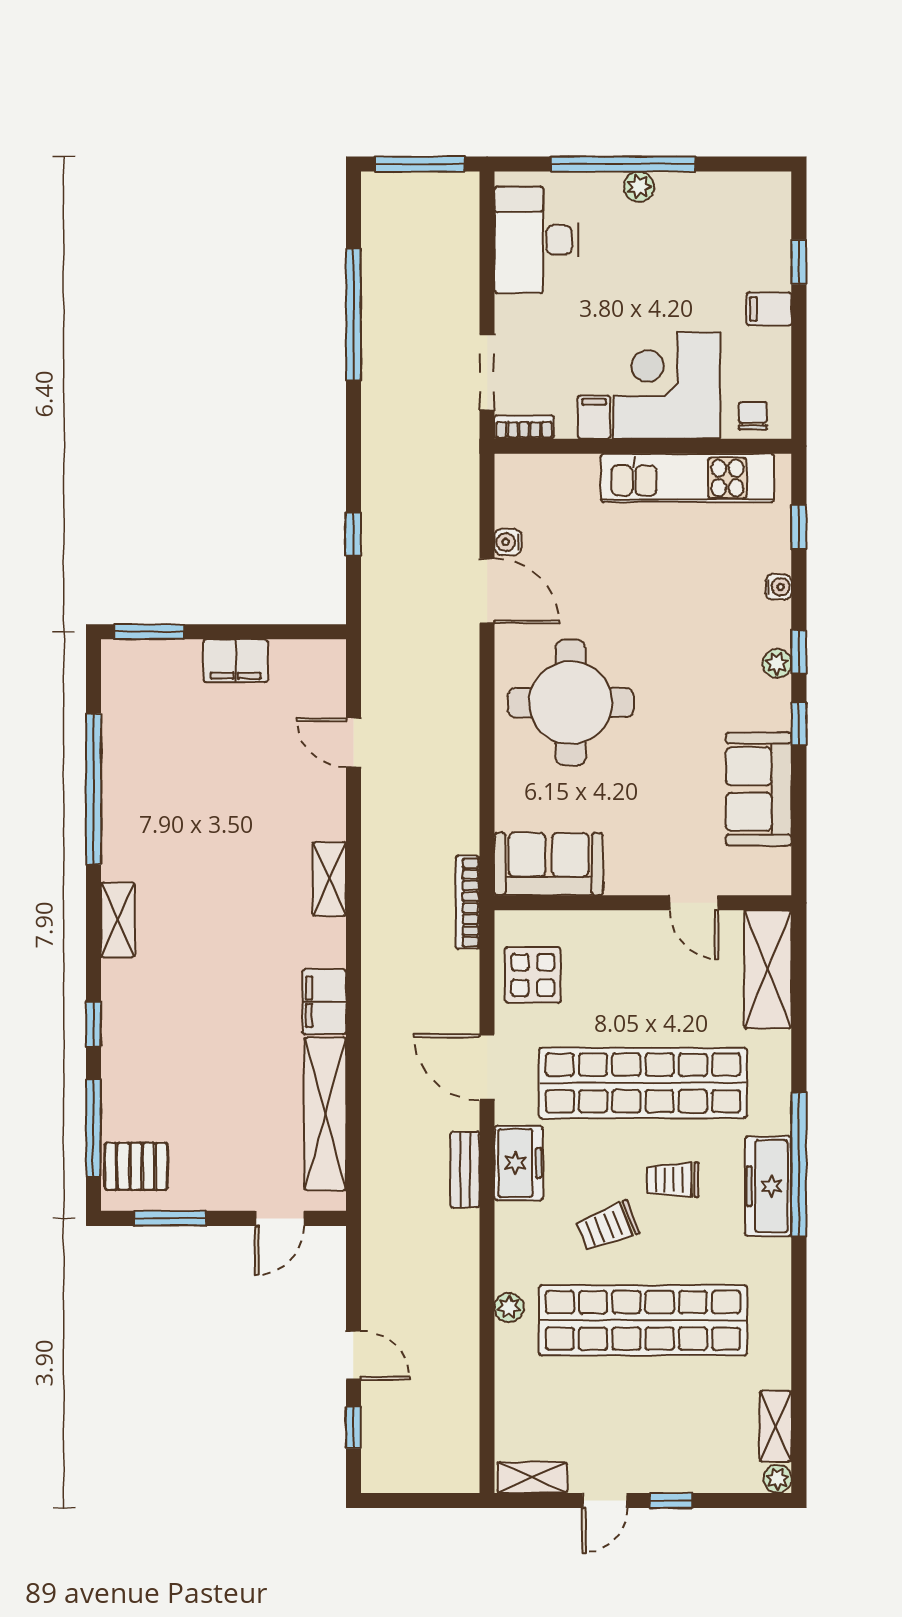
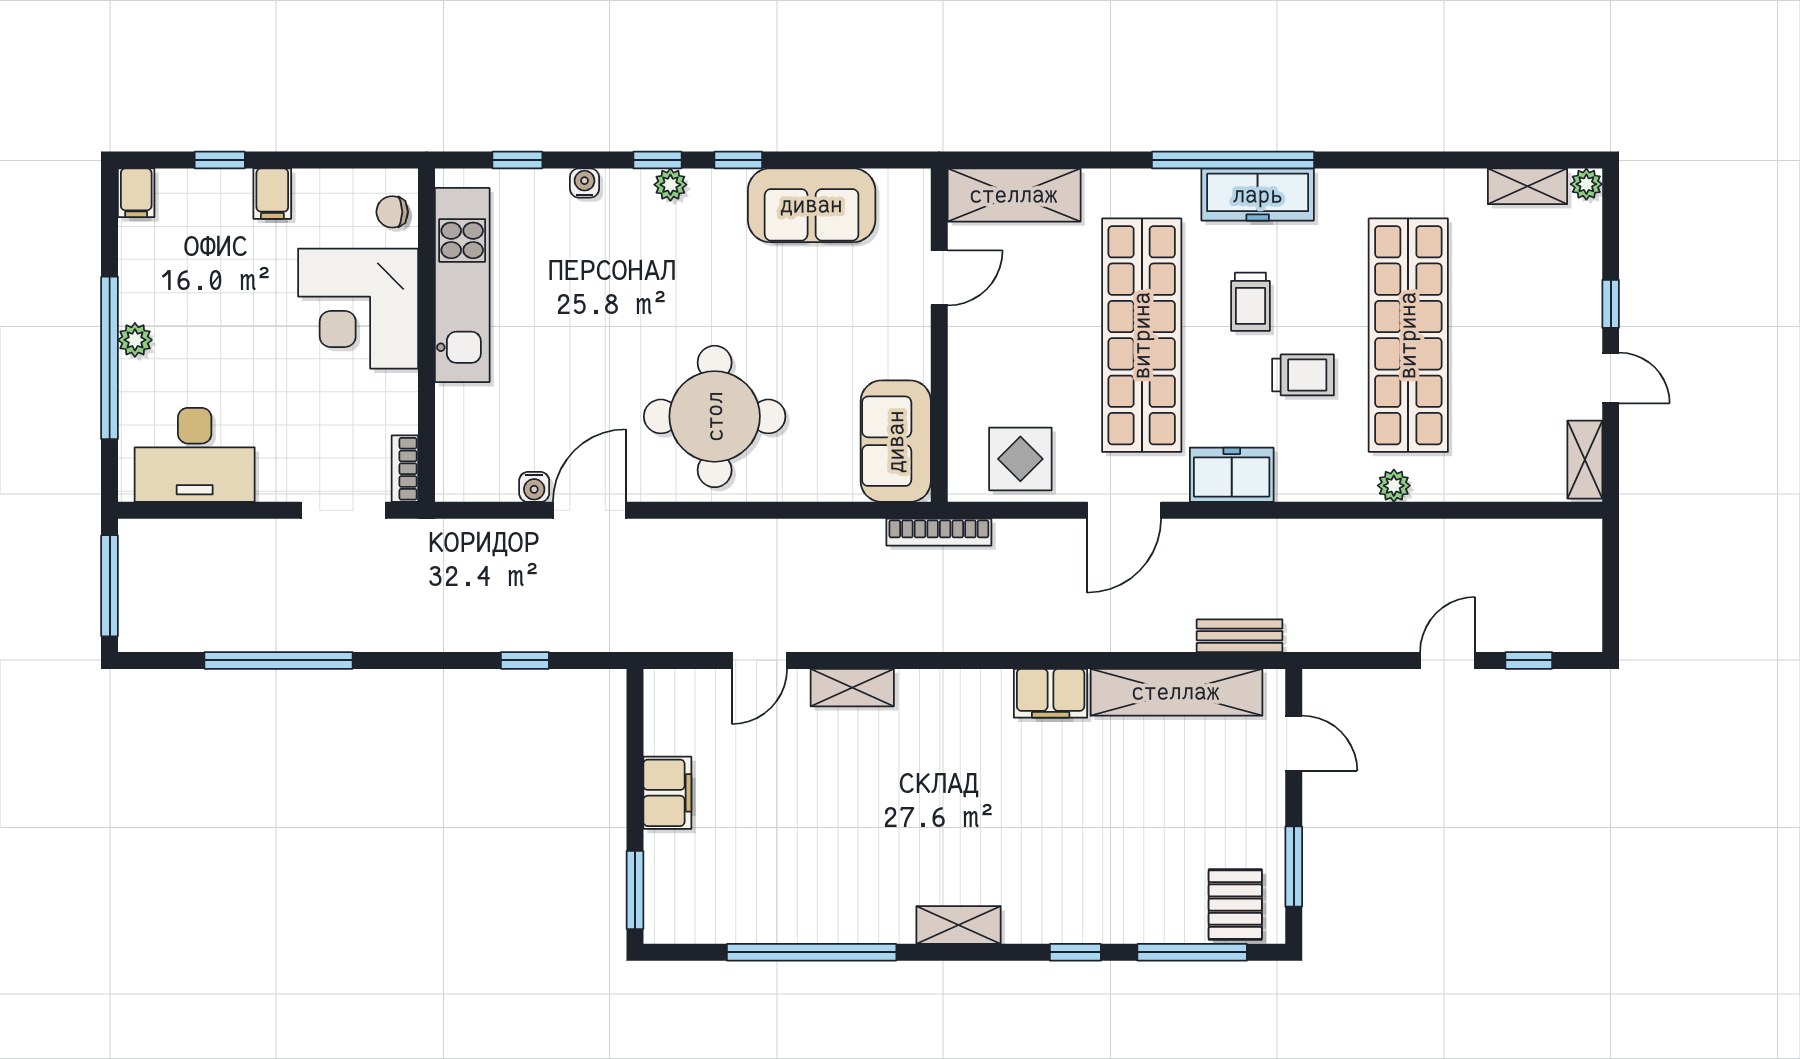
filing cabinet: (594, 417) -> (136, 193), moved, turned -90
shelving: (329, 879) -> (852, 688), moved
bench: (465, 1170) -> (1240, 636), moved
trolley: (608, 1227) -> (1303, 375), turned -68

